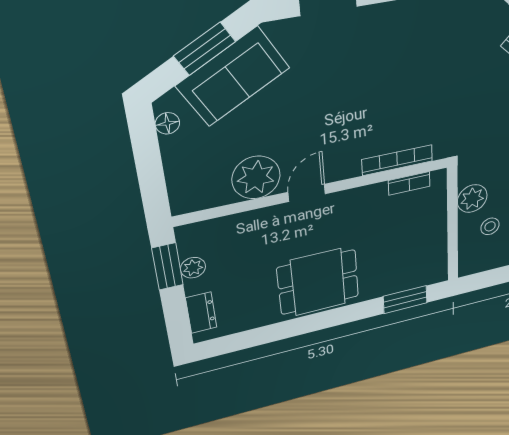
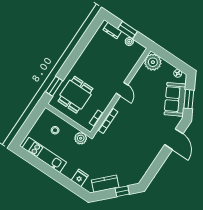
plant: (256, 178) -> (153, 62), moved
plant: (472, 199) -> (81, 138), moved
window: (167, 266) -> (128, 30), moved
dining table: (318, 282) -> (75, 95), moved

